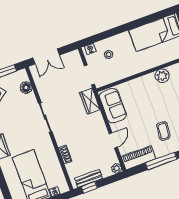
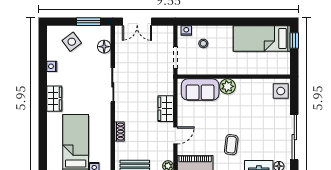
plant: (162, 76) -> (227, 86), moved
wardrobe: (90, 101) -> (166, 109), moved
sofa: (113, 106) -> (200, 90), moved, turned 90

